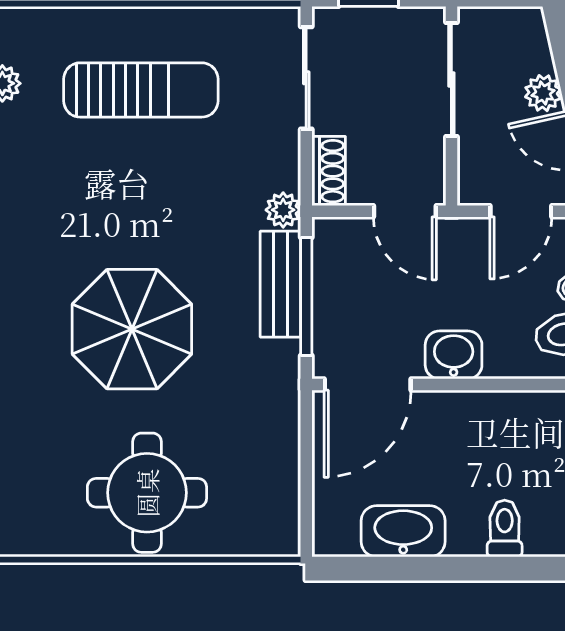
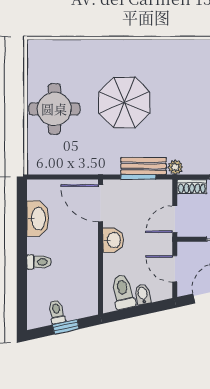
window: (306, 297) -> (138, 177), width x0.69

